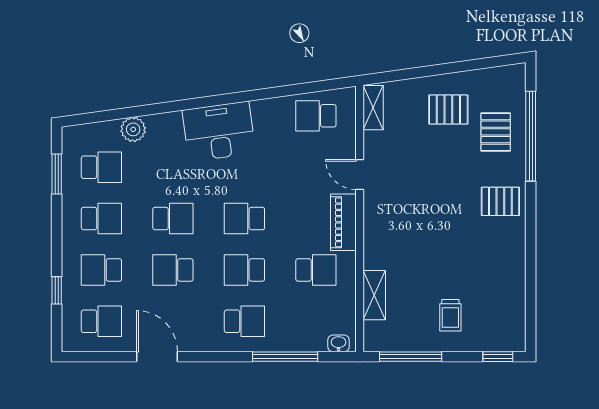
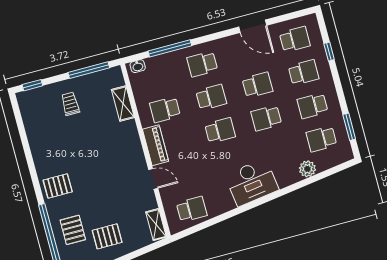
school desk: (101, 321) -> (295, 39), turned 180

